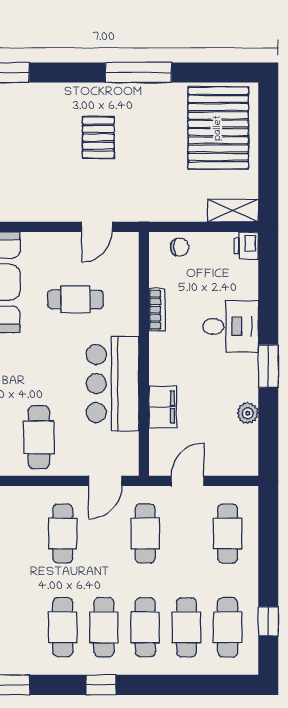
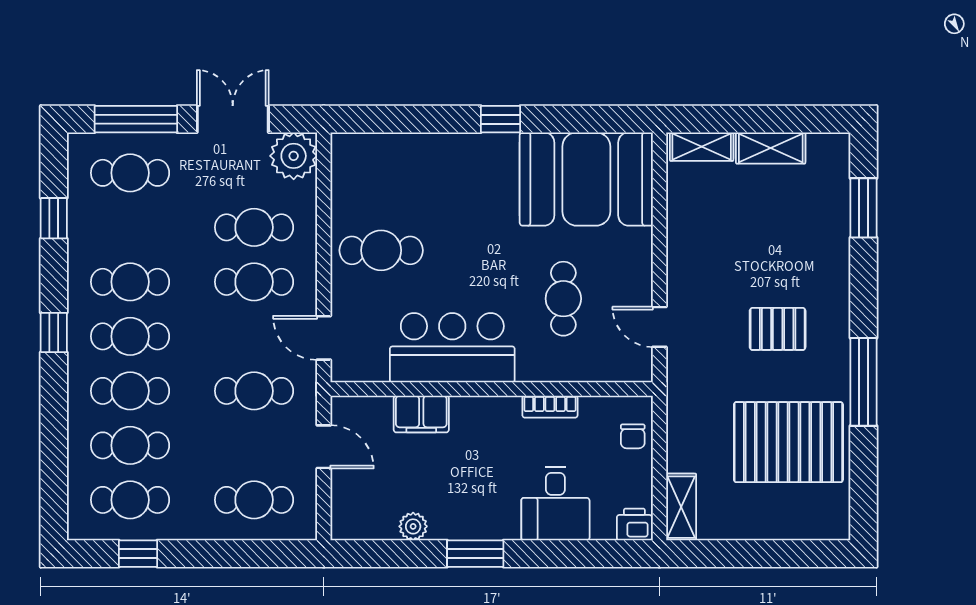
pallet: (218, 128) -> (788, 442), moved
desk: (230, 326) -> (555, 504), moved
cafe table: (22, 533) -> (254, 227), added

